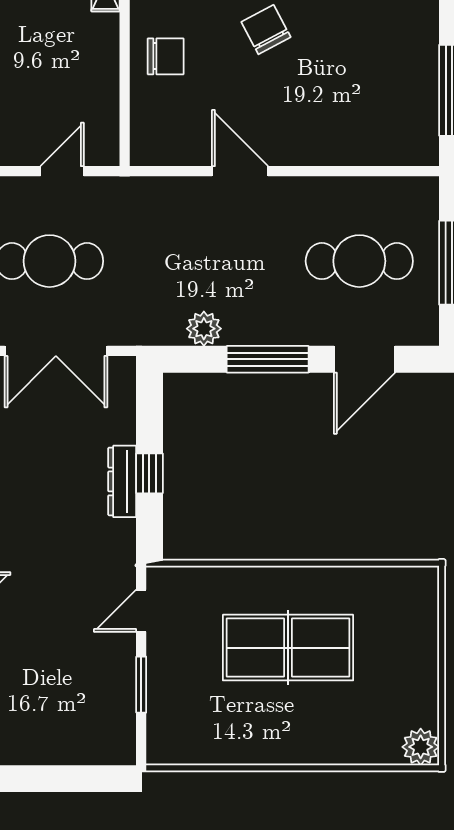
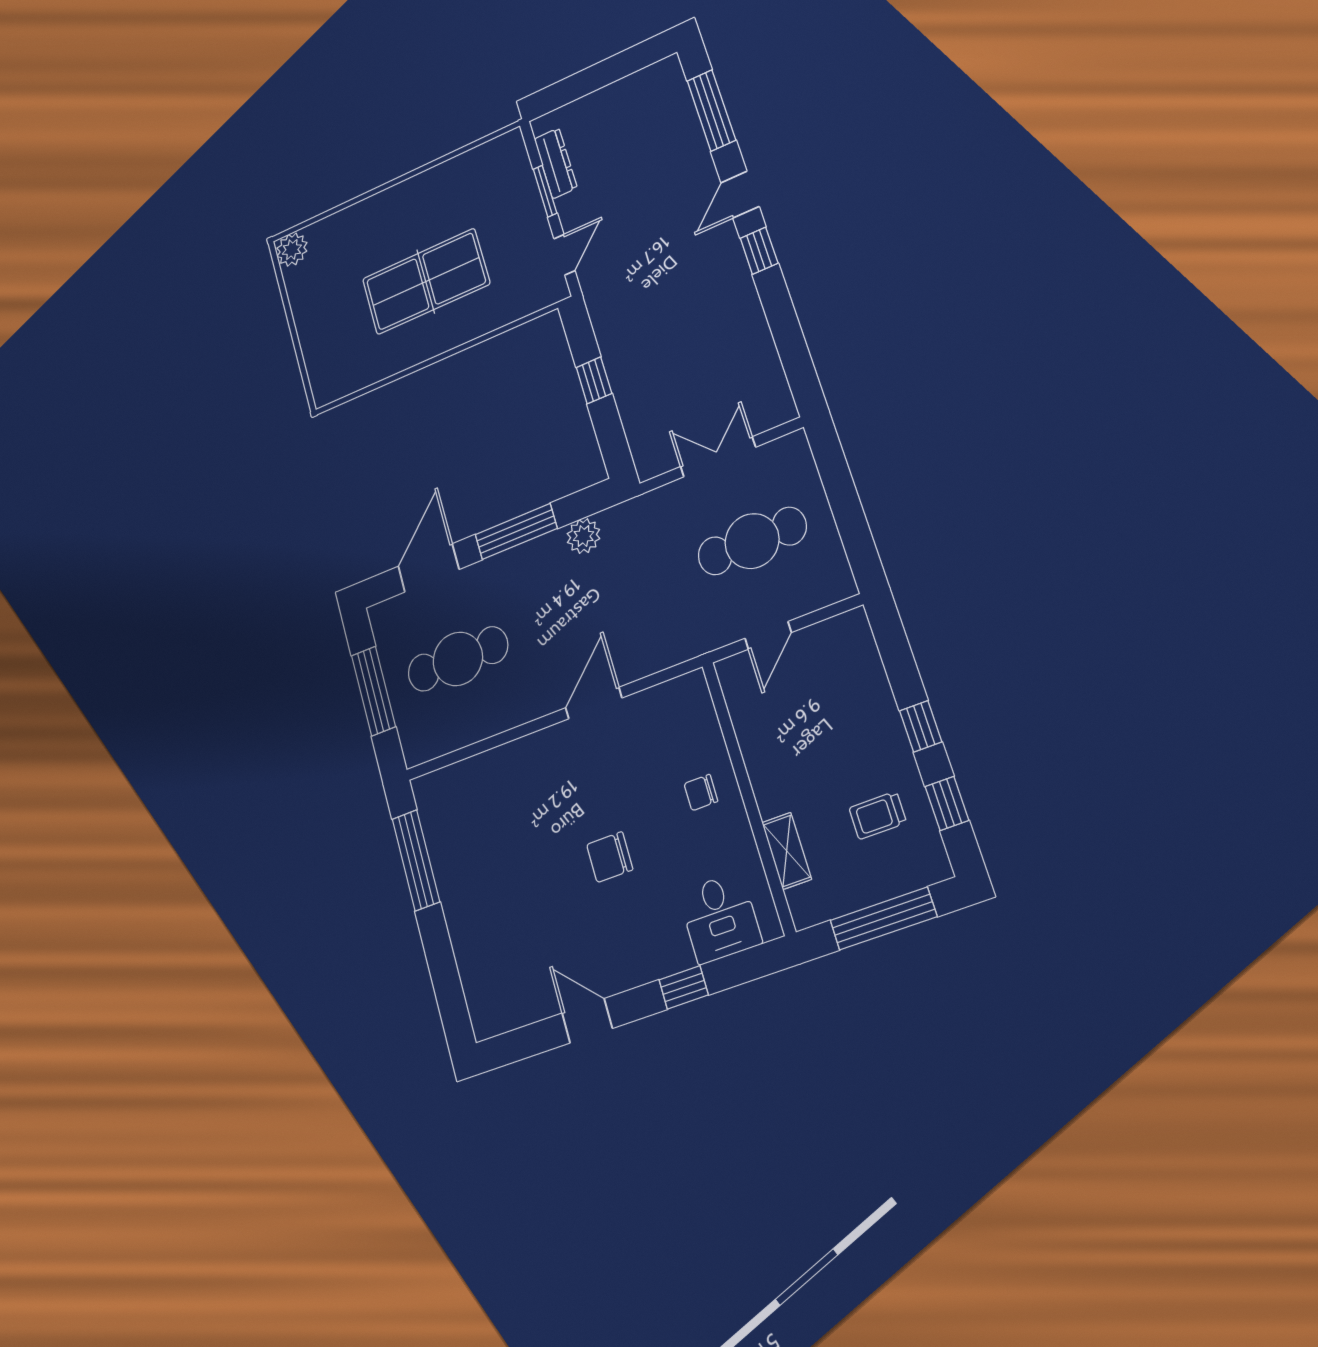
chair: (266, 30) -> (610, 857), turned 118
chair: (166, 56) -> (701, 793), width x0.73, depth x0.73
door: (240, 171) -> (594, 703), swing flipped
double door: (56, 351) -> (718, 457), width x0.73
dresser: (122, 481) -> (556, 163), moved

